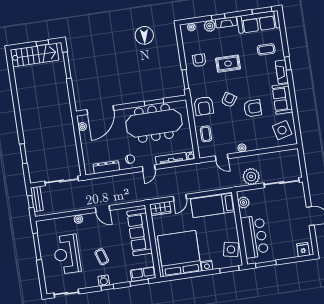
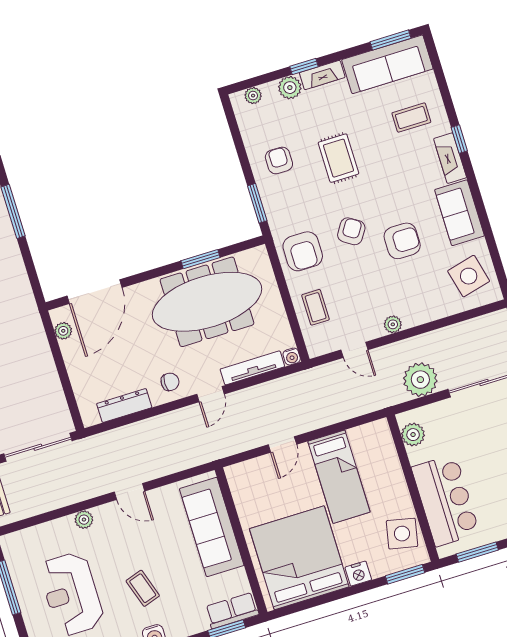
rug: (228, 64) -> (338, 158), turned 90
bed: (213, 205) -> (339, 477), moved, turned -90
wardrobe: (160, 209) -> (246, 473), removed

